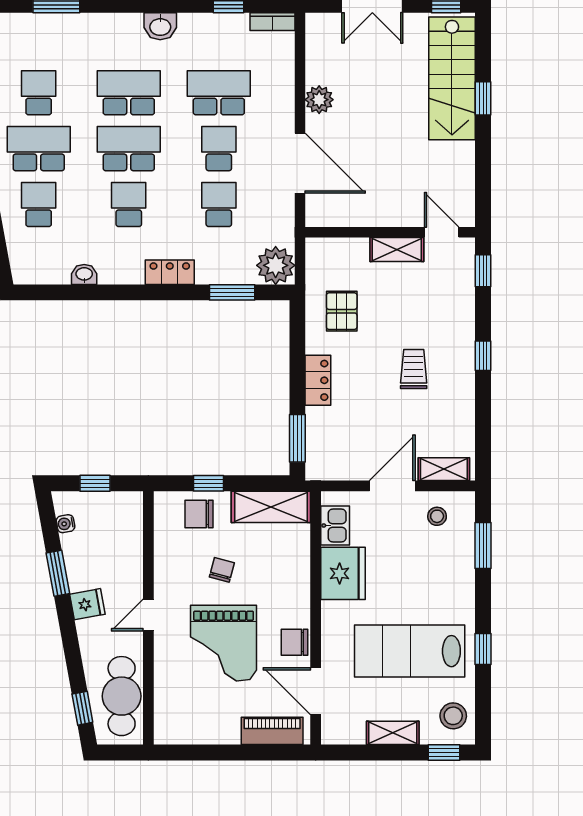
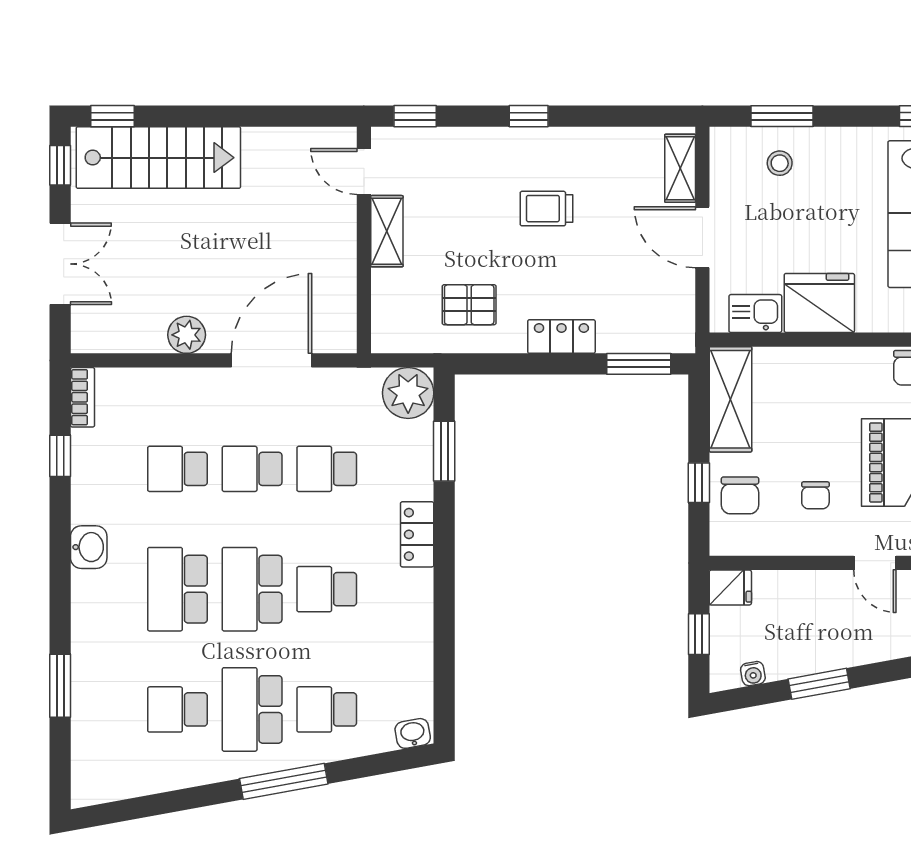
school desk: (219, 93) -> (177, 469), width x0.54
window: (483, 98) -> (112, 116), moved
door: (442, 232) -> (364, 171), hinge flipped
washbasin: (84, 274) -> (413, 733), moved, turned 80
stool: (437, 516) -> (780, 163), moved
chair: (222, 570) -> (815, 495), moved, turned -105
fridge: (87, 604) -> (730, 588), moved, turned 100

